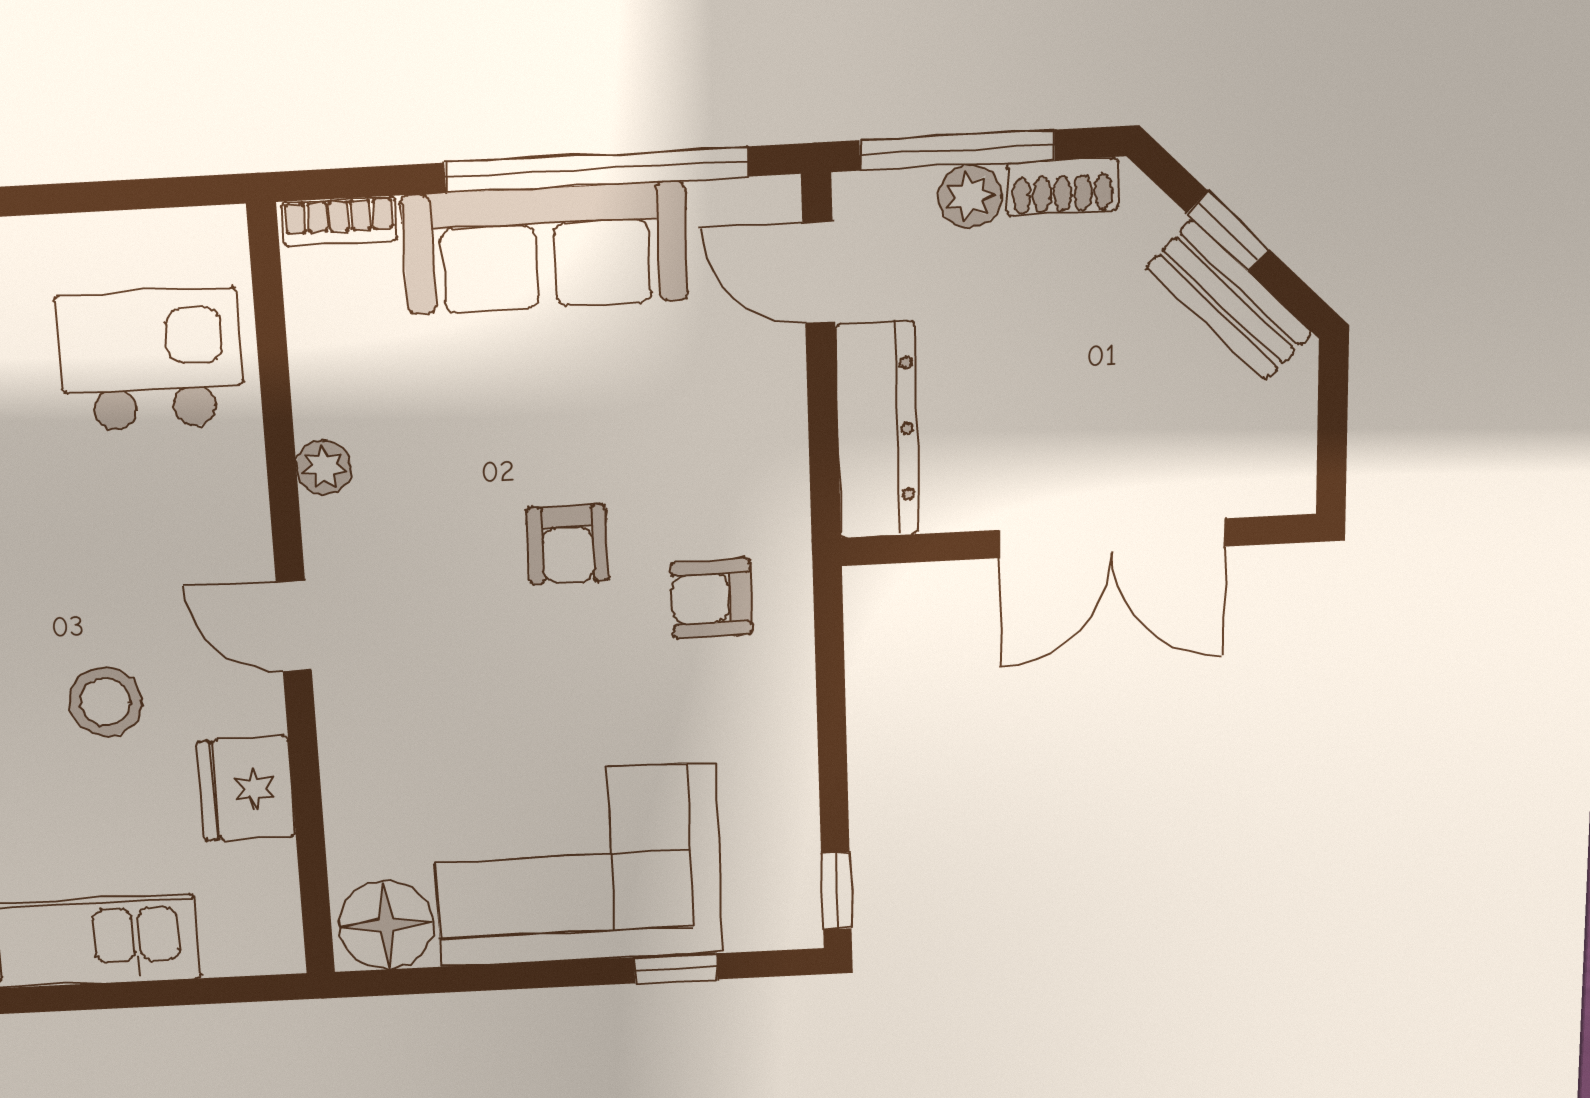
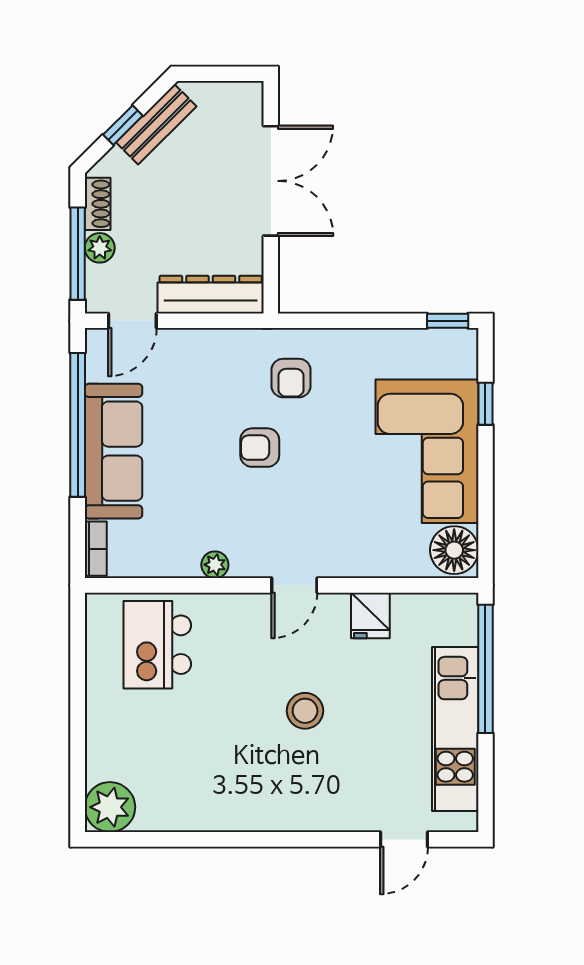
armchair: (568, 544) -> (260, 448), turned 180
stool: (106, 702) -> (305, 711), moved
fridge: (247, 789) -> (370, 615), width x0.72
window: (160, 993) -> (485, 669), added

